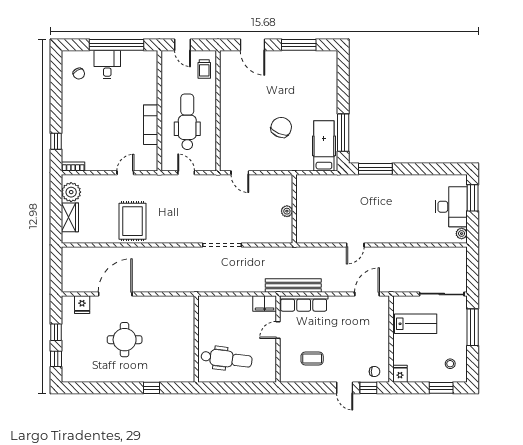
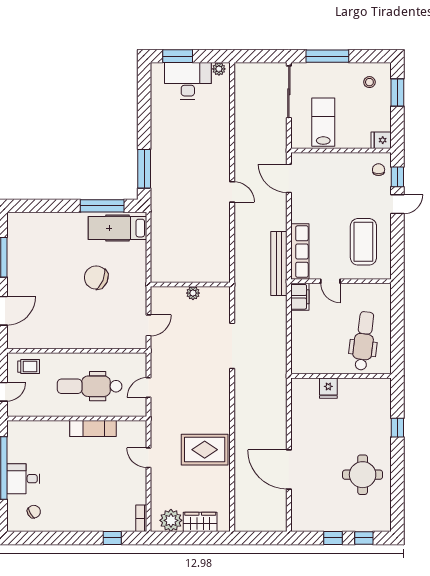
wall: (294, 209) -> (190, 284), moved
plant: (287, 211) -> (193, 293), moved
fridge: (82, 305) -> (328, 388), moved, turned 90
round table: (125, 340) -> (363, 475), moved
coffee table: (312, 358) -> (363, 242), width x1.86, depth x1.72

